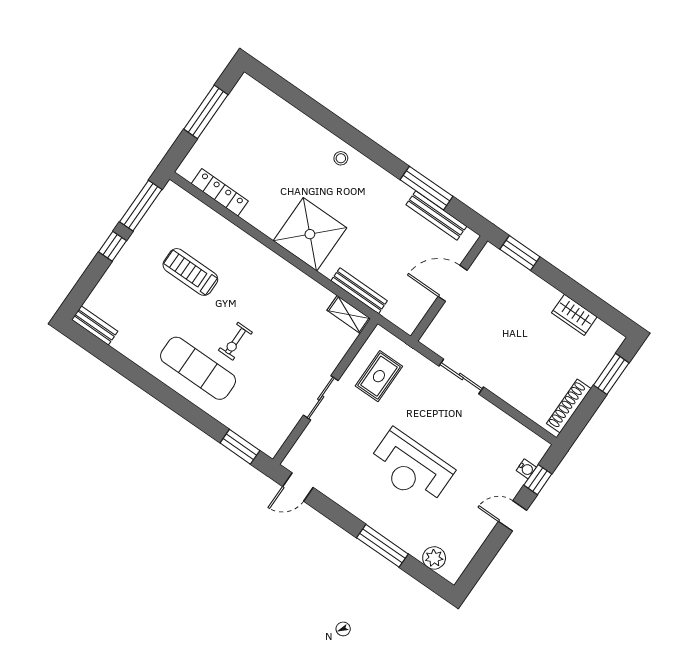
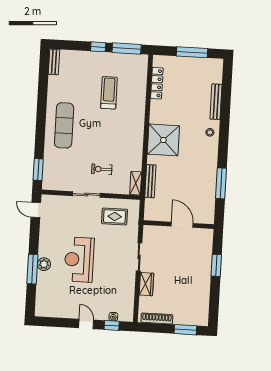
bench: (436, 215) -> (216, 102), moved
window: (520, 253) -> (216, 265), moved
wardrobe: (574, 315) -> (146, 284), moved, turned 180
exercise bike: (235, 341) -> (102, 169), moved
plant: (434, 558) -> (44, 264), moved

